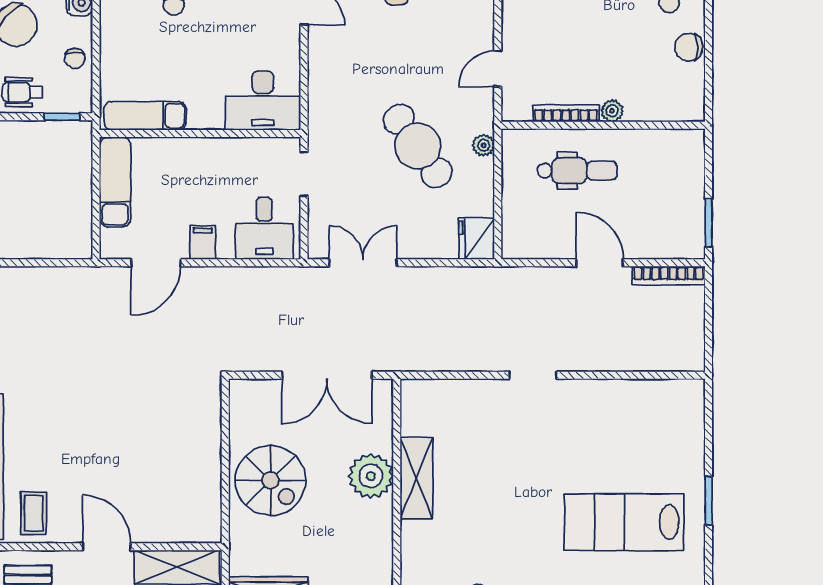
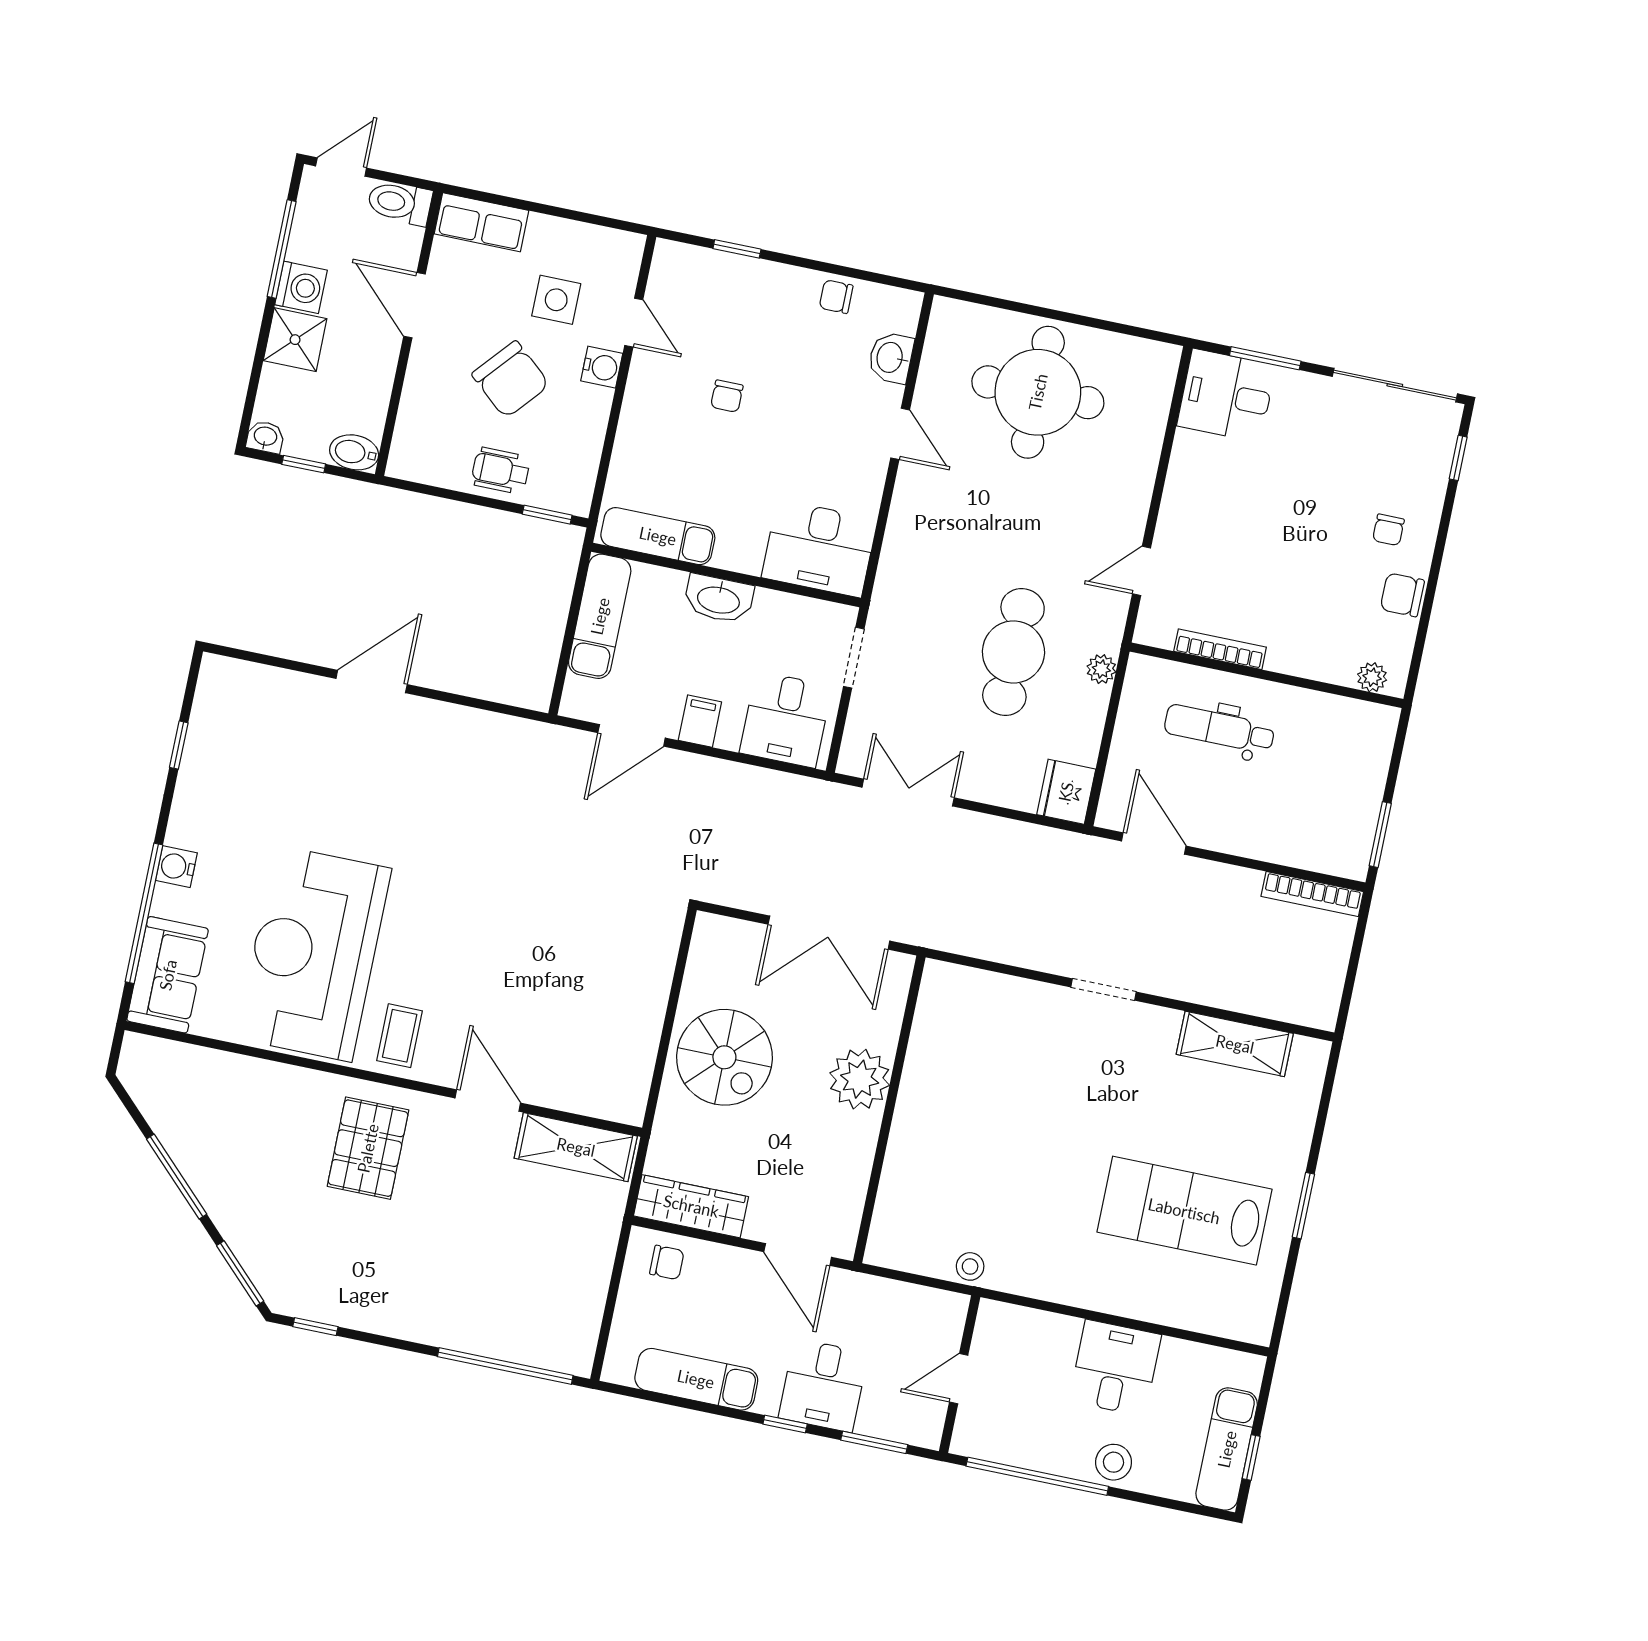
chair: (75, 58) -> (580, 440), removed
plant: (612, 111) -> (1372, 677), moved
cafe table: (418, 146) -> (1013, 652), turned 35
washbasin: (198, 152) -> (719, 599), added
dental chair: (577, 171) -> (1219, 729), turned 180
door: (600, 263) -> (1154, 843), moved
shelving: (416, 478) -> (1235, 1044), moved, turned 90

